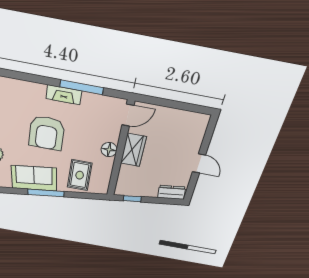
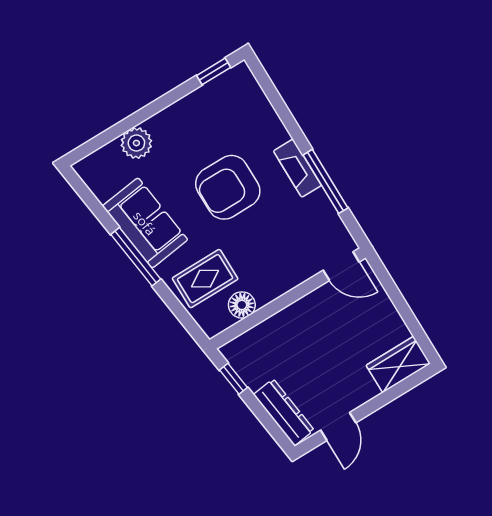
floor lamp: (109, 150) -> (242, 305), moved
wardrobe: (133, 150) -> (398, 364), moved, turned 180
door: (199, 163) -> (338, 426), moved
dresser: (172, 192) -> (284, 412), width x1.44

